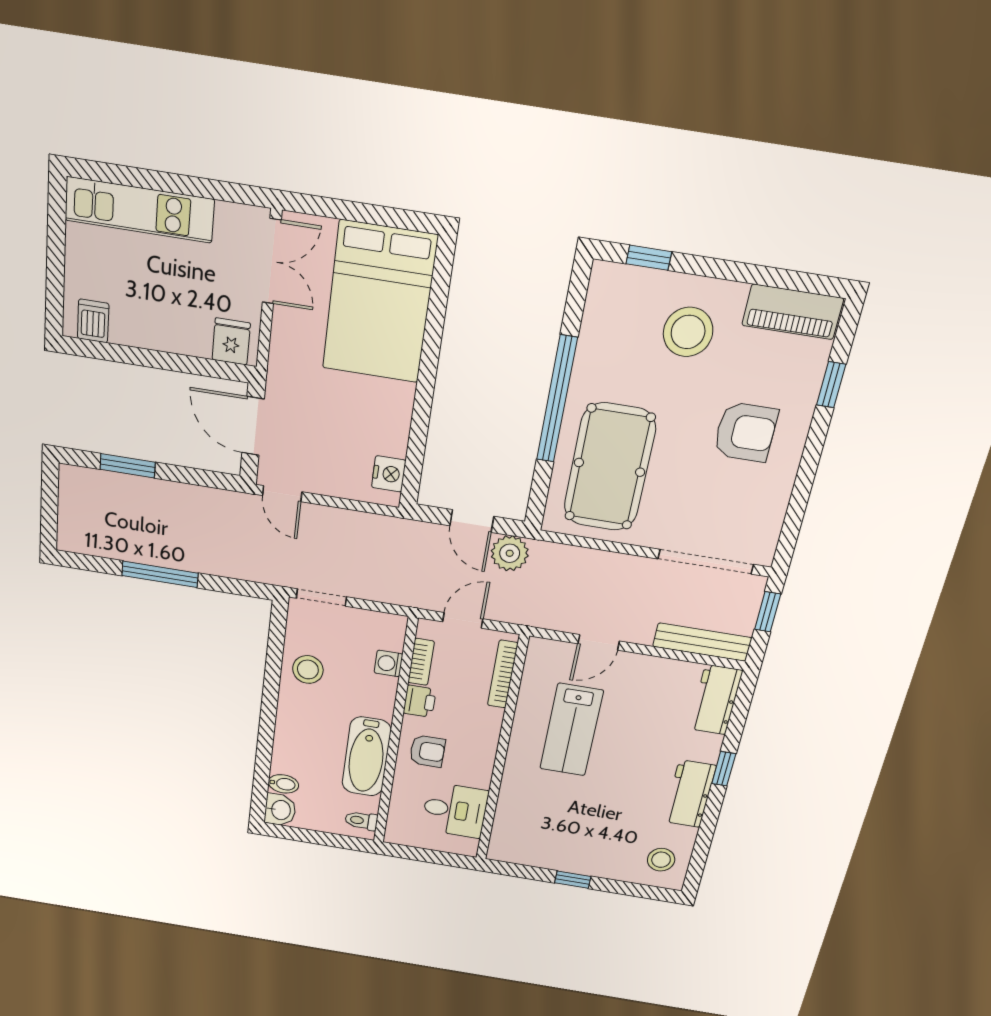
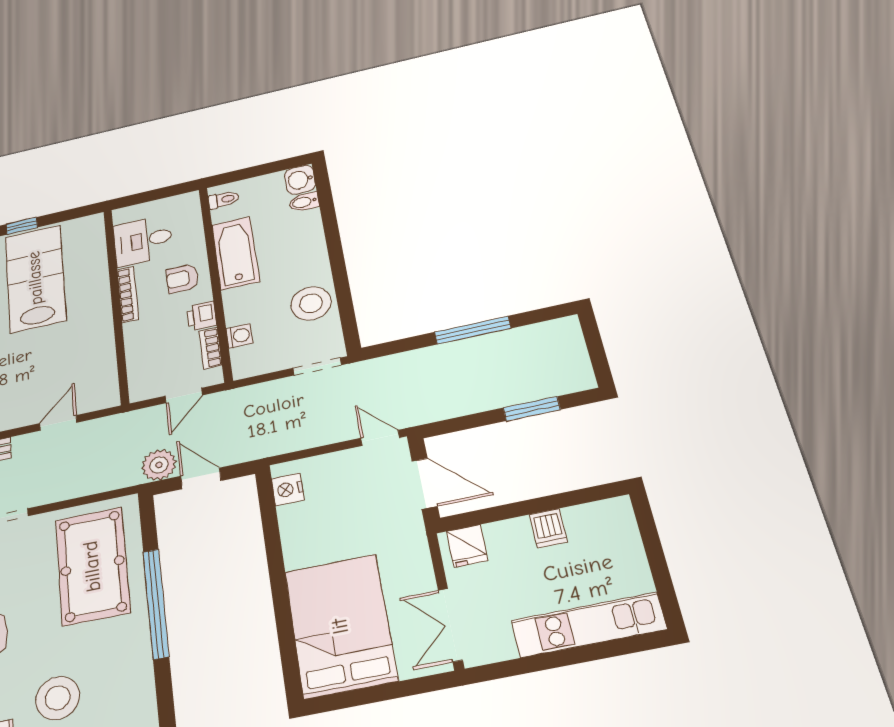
dishwasher: (93, 321) -> (548, 528), moved
stool: (308, 669) -> (311, 303), width x1.38, depth x1.38
bookcase: (503, 674) -> (128, 294), moved
lab bench: (571, 730) -> (35, 278), moved, width x1.36, depth x1.39

